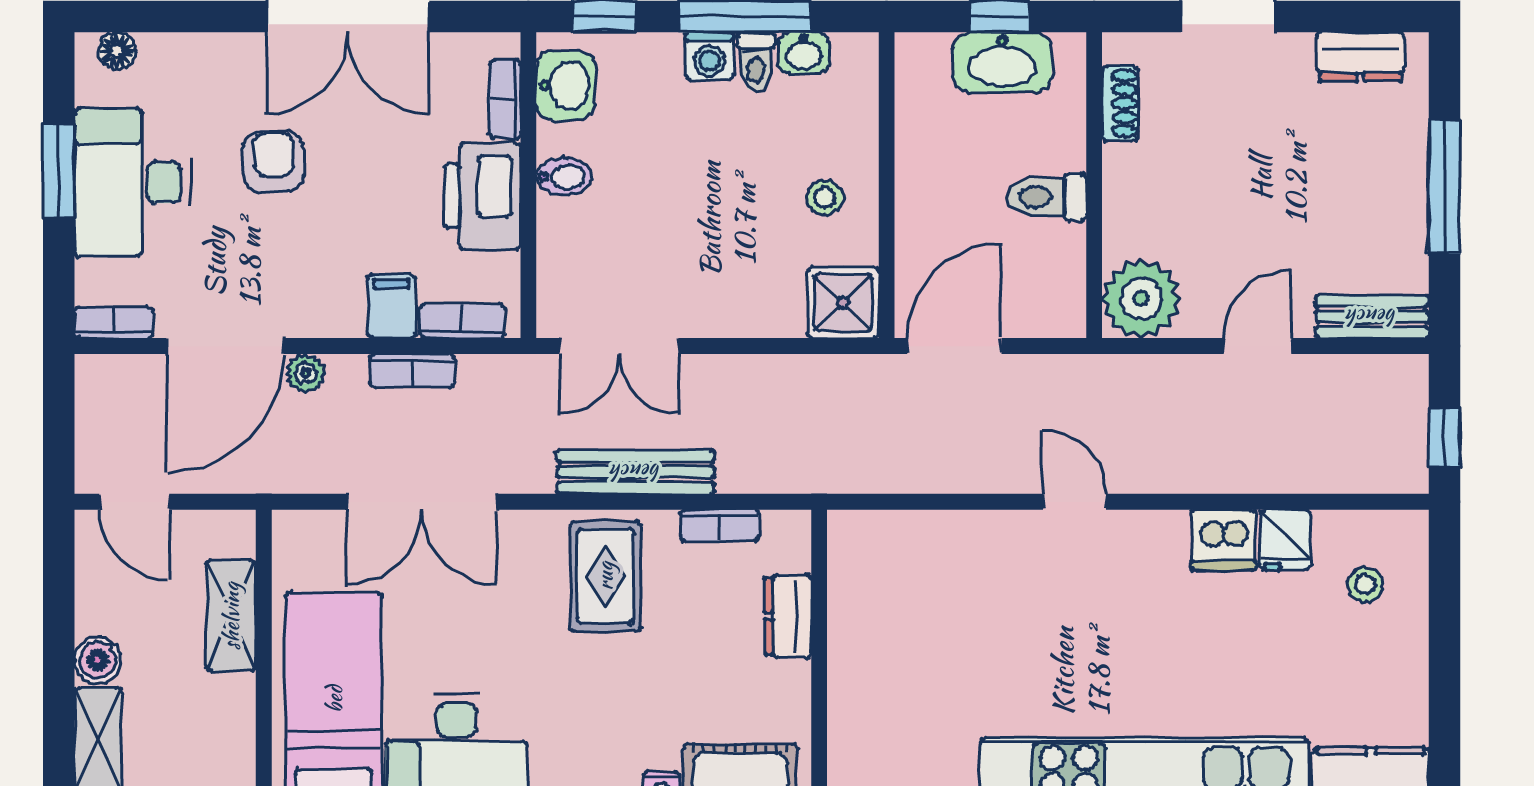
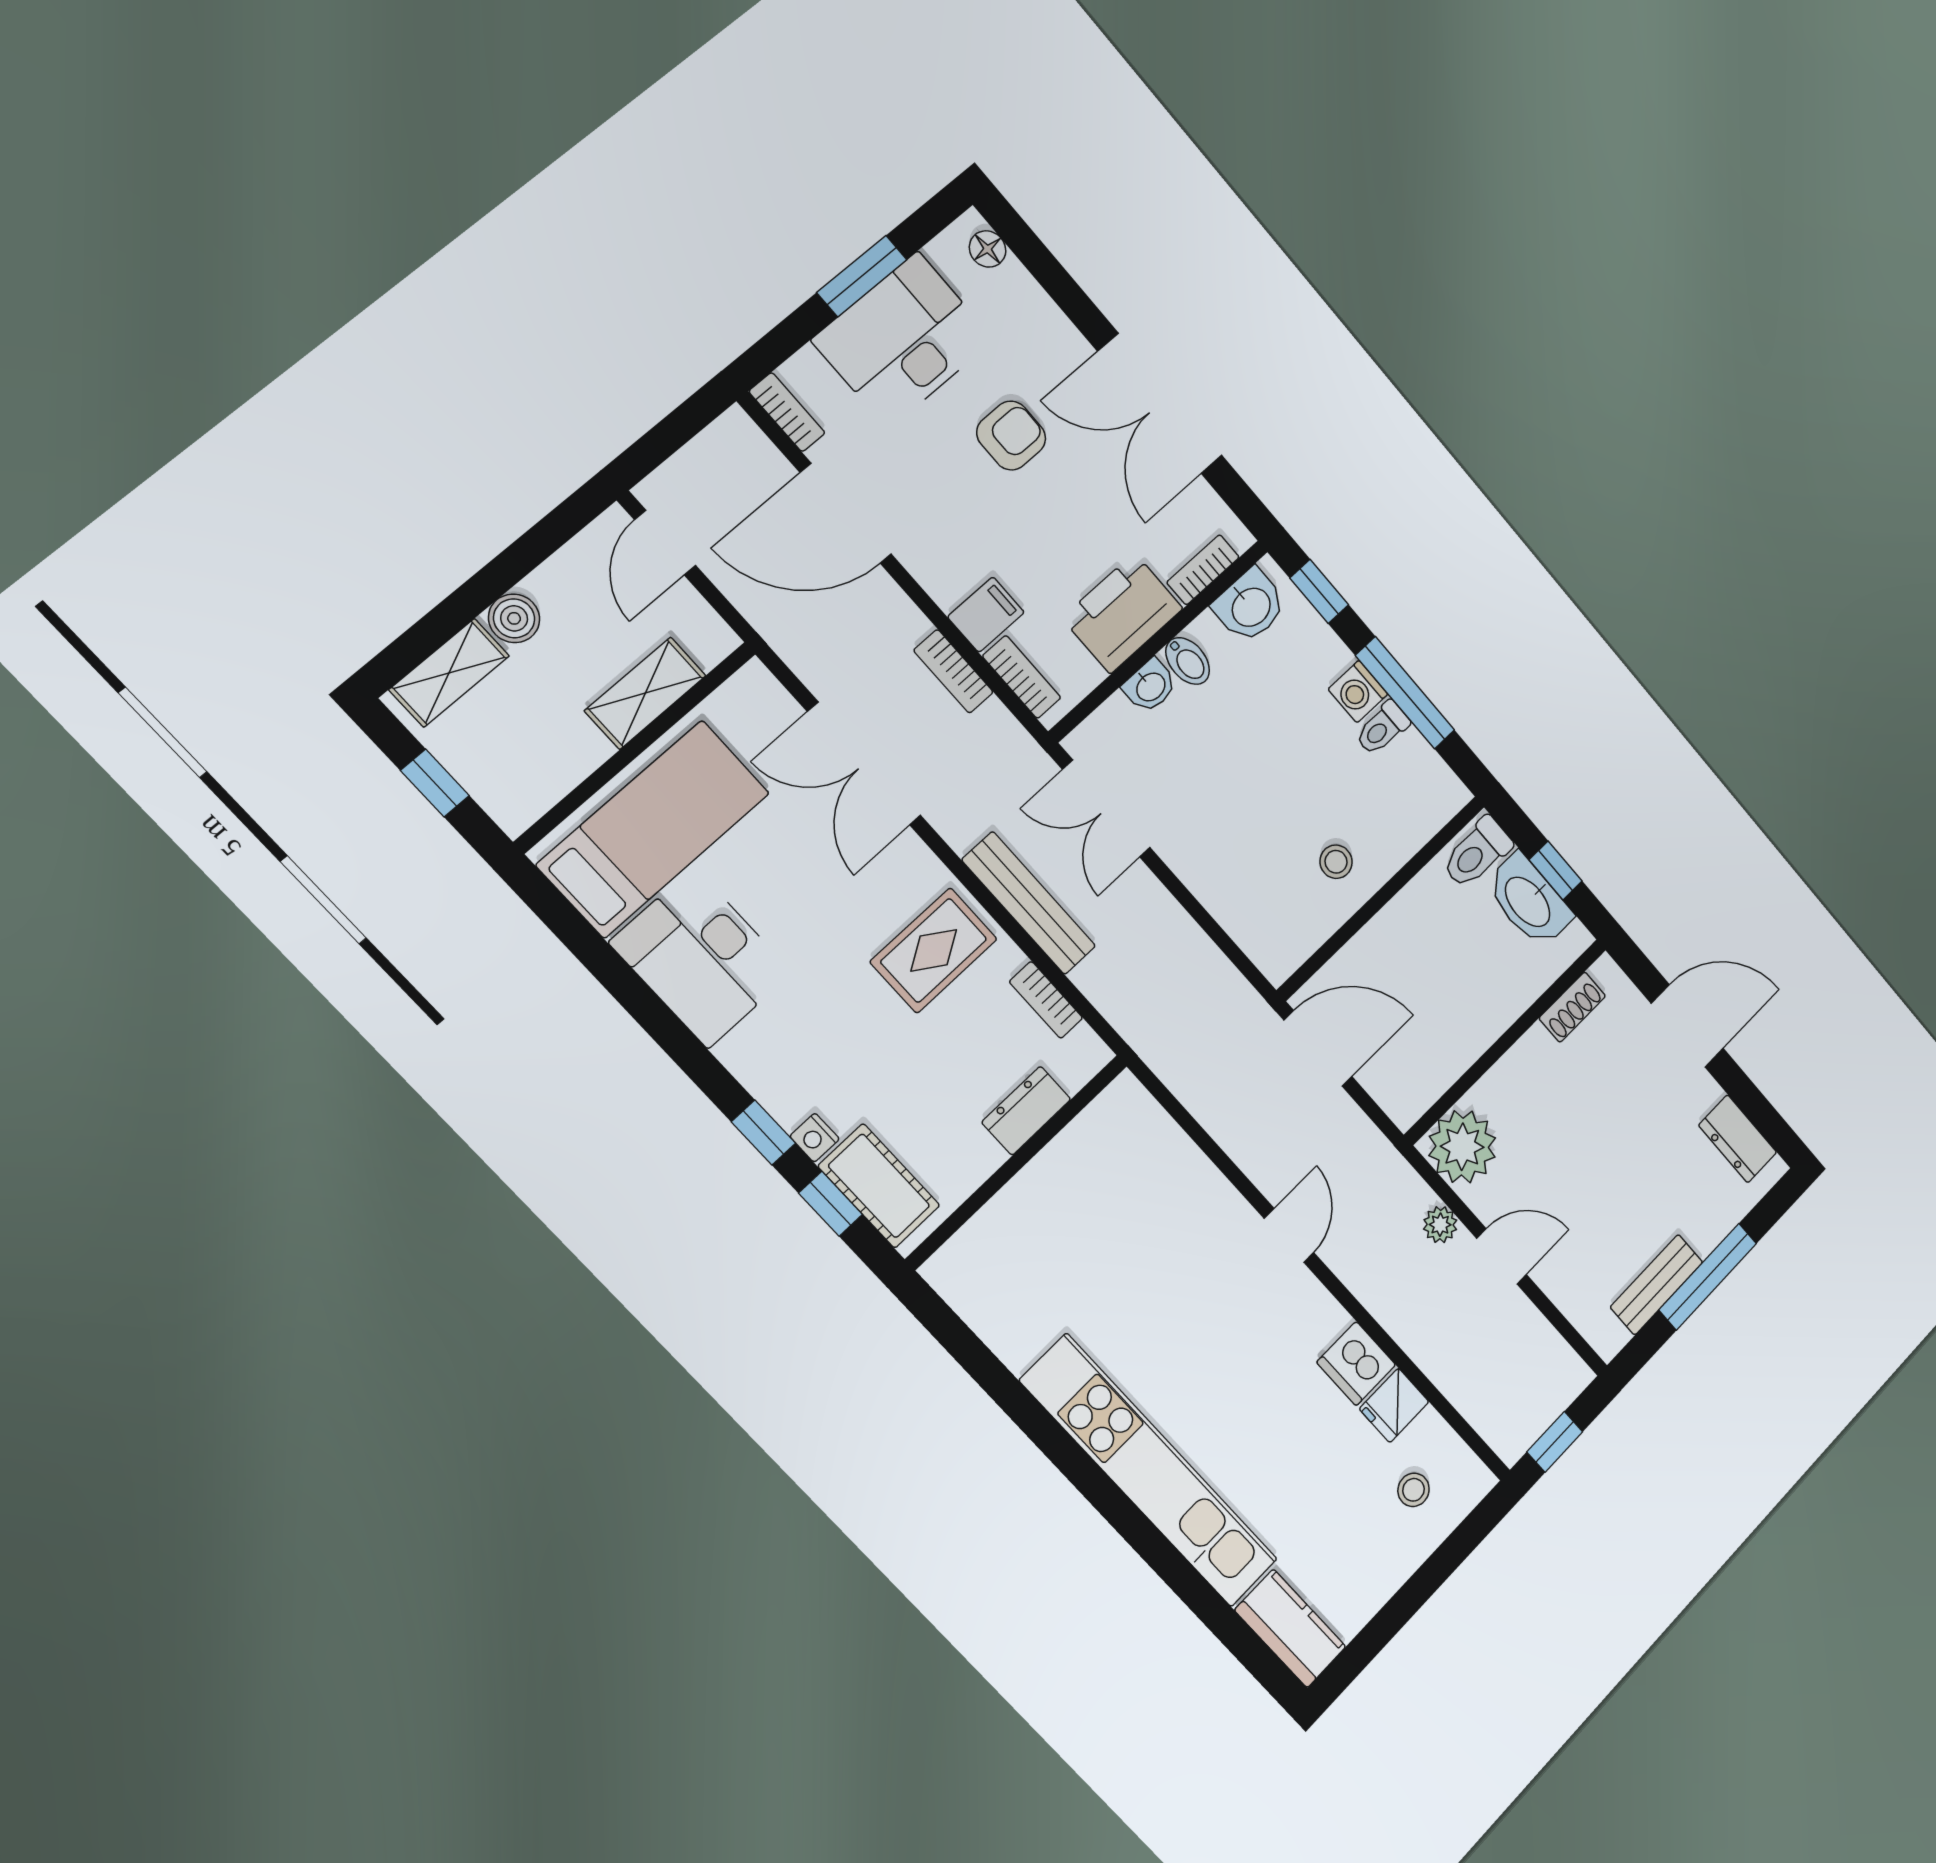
washbasin: (804, 53) -> (1150, 686), moved, turned -90
toilet: (1047, 197) -> (1477, 853), moved, turned -90
shower: (843, 303) -> (1278, 942), removed
bench: (1372, 317) -> (1657, 1285), moved, turned 90
plant: (306, 373) -> (1440, 1225), moved

